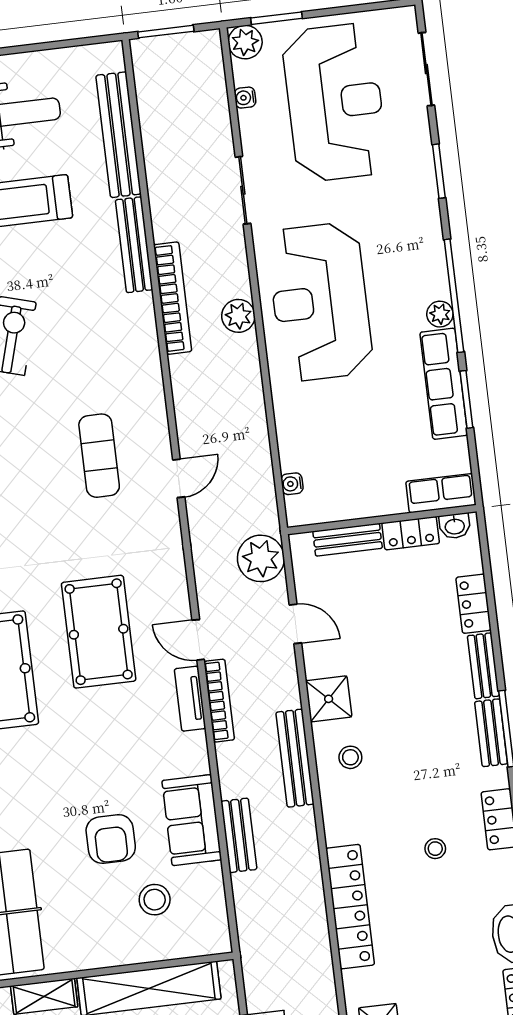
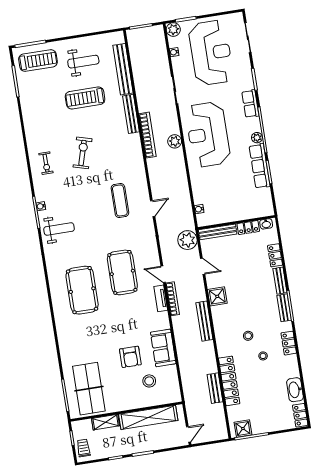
row of seats: (441, 493) -> (250, 104), moved, turned -90
bench: (348, 540) -> (218, 232), width x1.36
stool: (350, 757) -> (248, 336), moved
bench: (239, 835) -> (215, 388), moved

